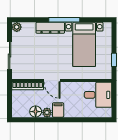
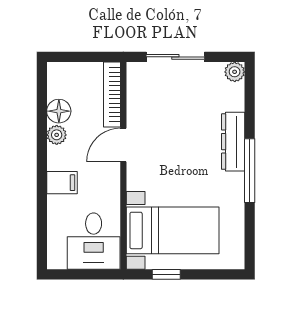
bed with nightstands: (84, 44) -> (173, 230), moved, turned 180
filing cabinet: (58, 110) -> (62, 183), moved

